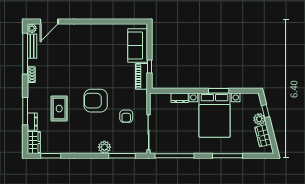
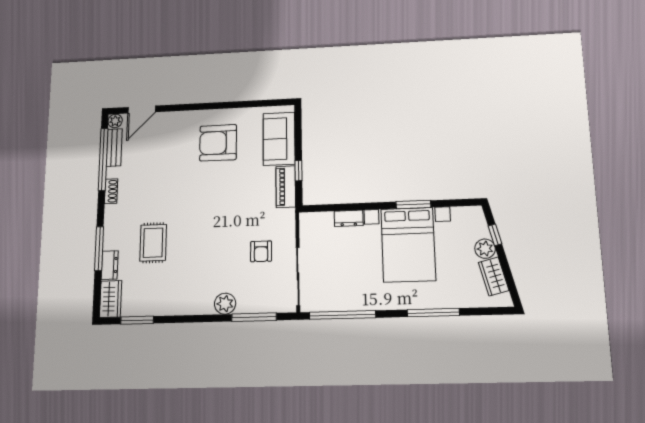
armchair: (96, 101) -> (218, 143), moved

